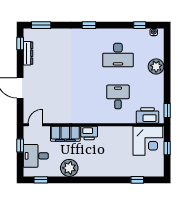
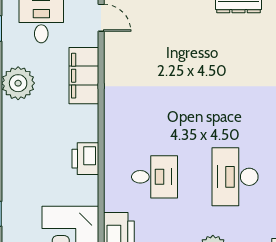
printer: (89, 133) -> (85, 159), moved

